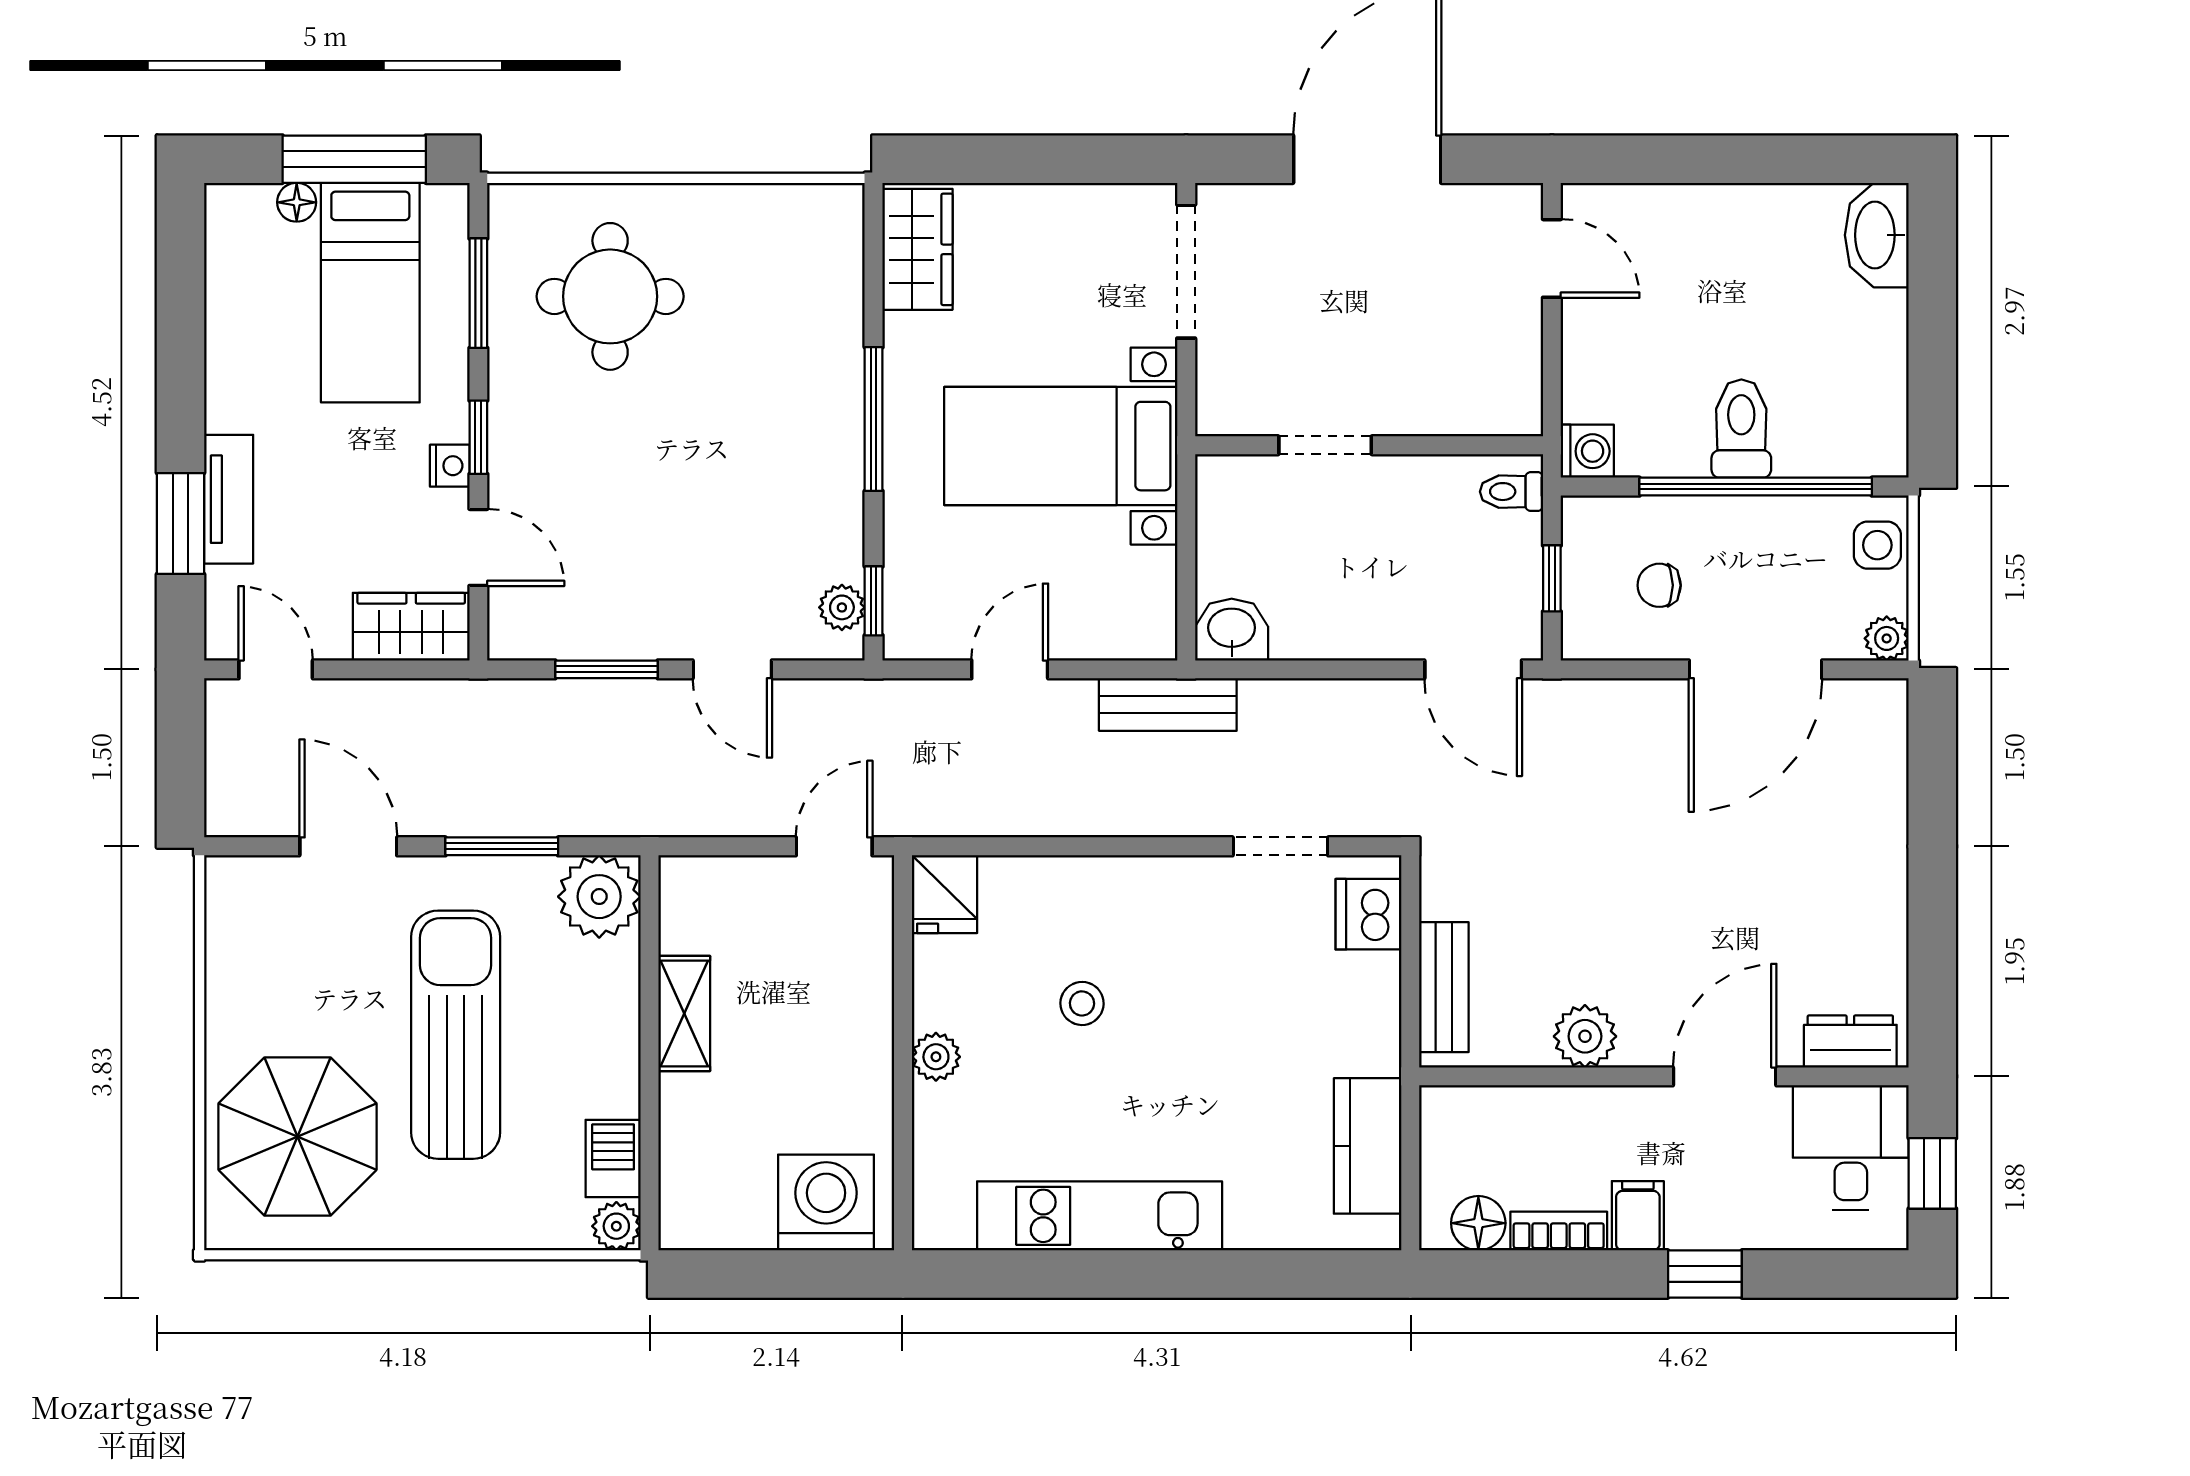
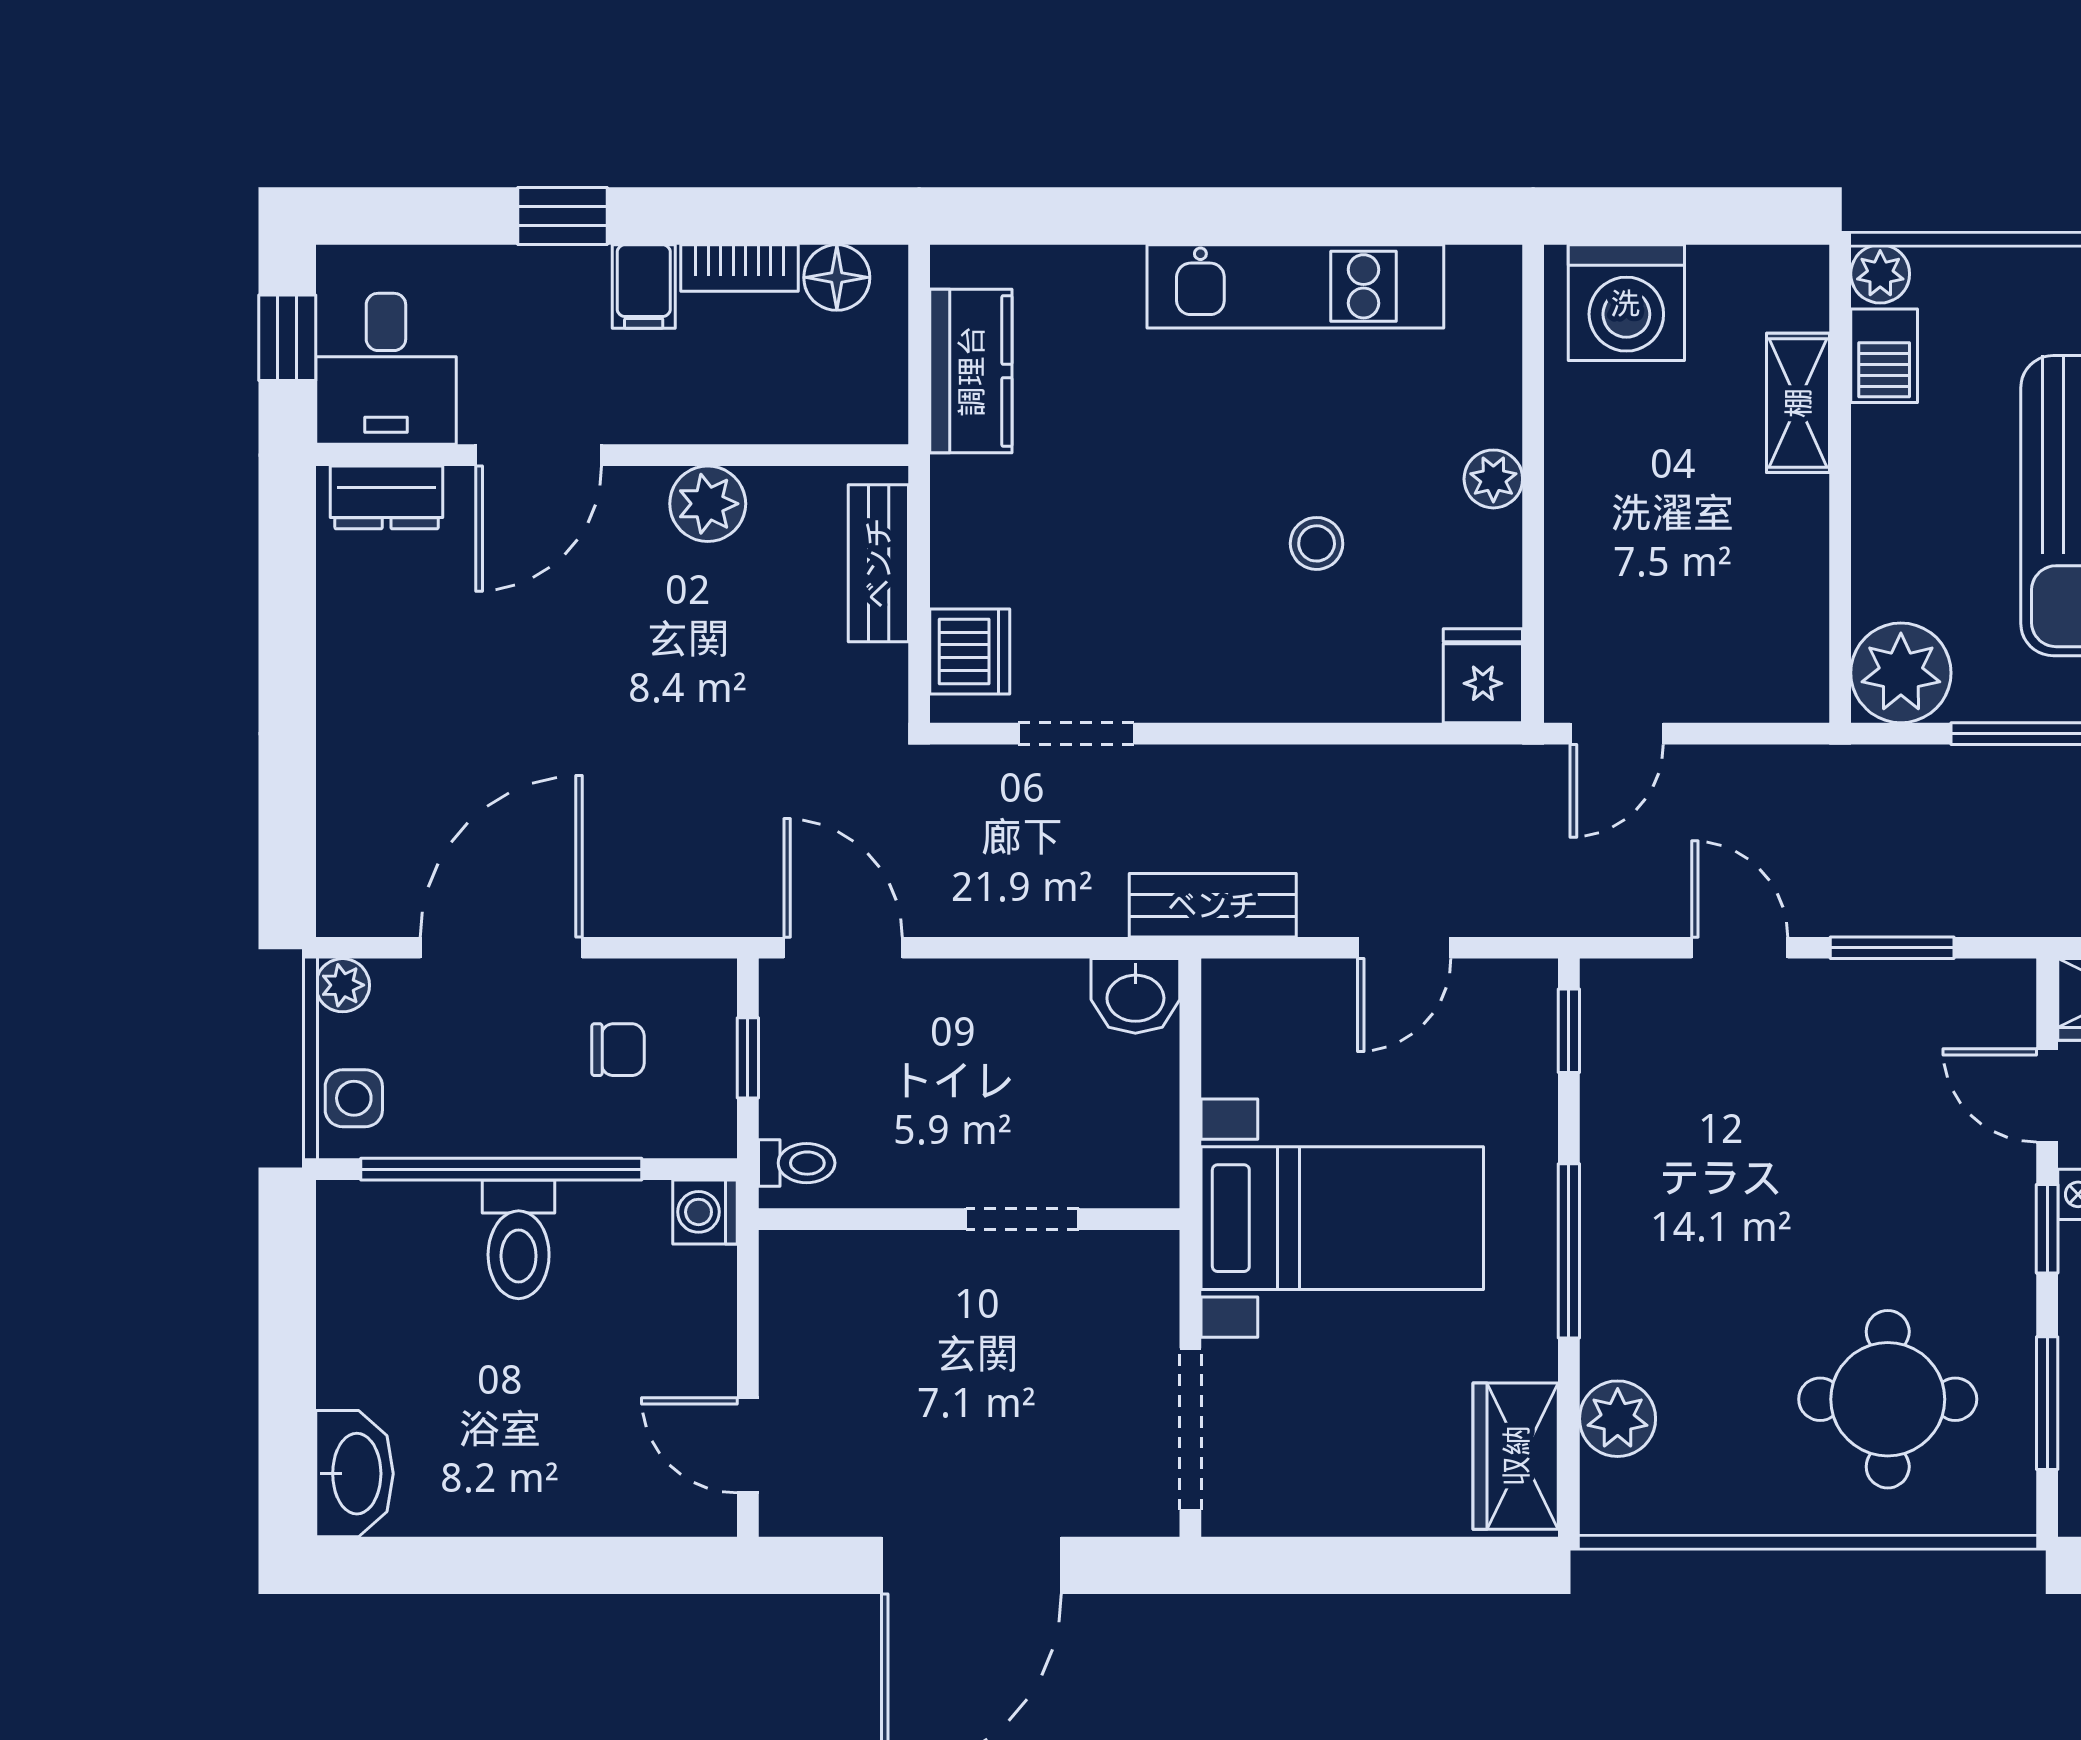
plant: (842, 607) -> (1618, 1419), moved, width x1.38, depth x1.38
shelving: (684, 1014) -> (1798, 403), moved

